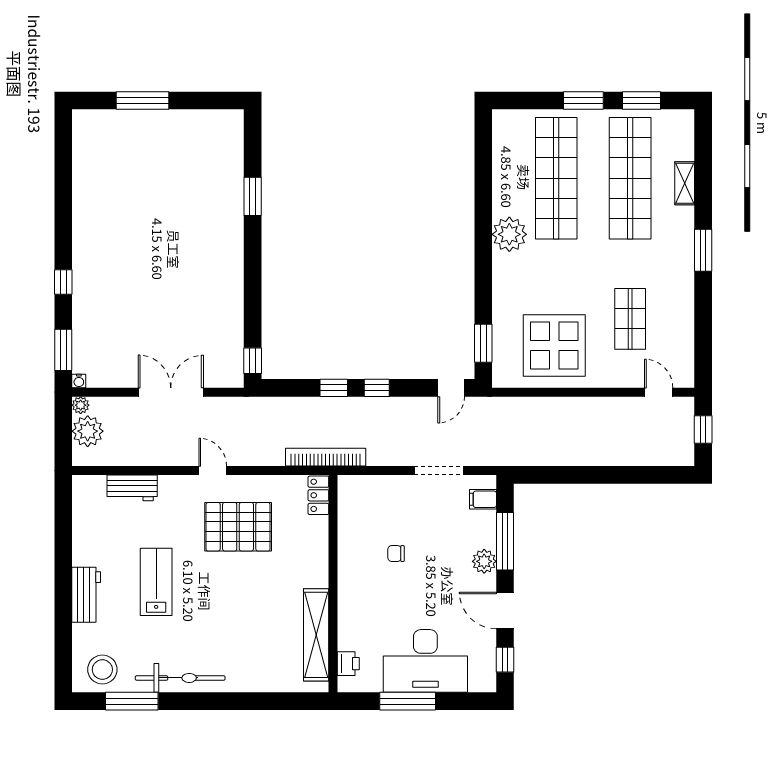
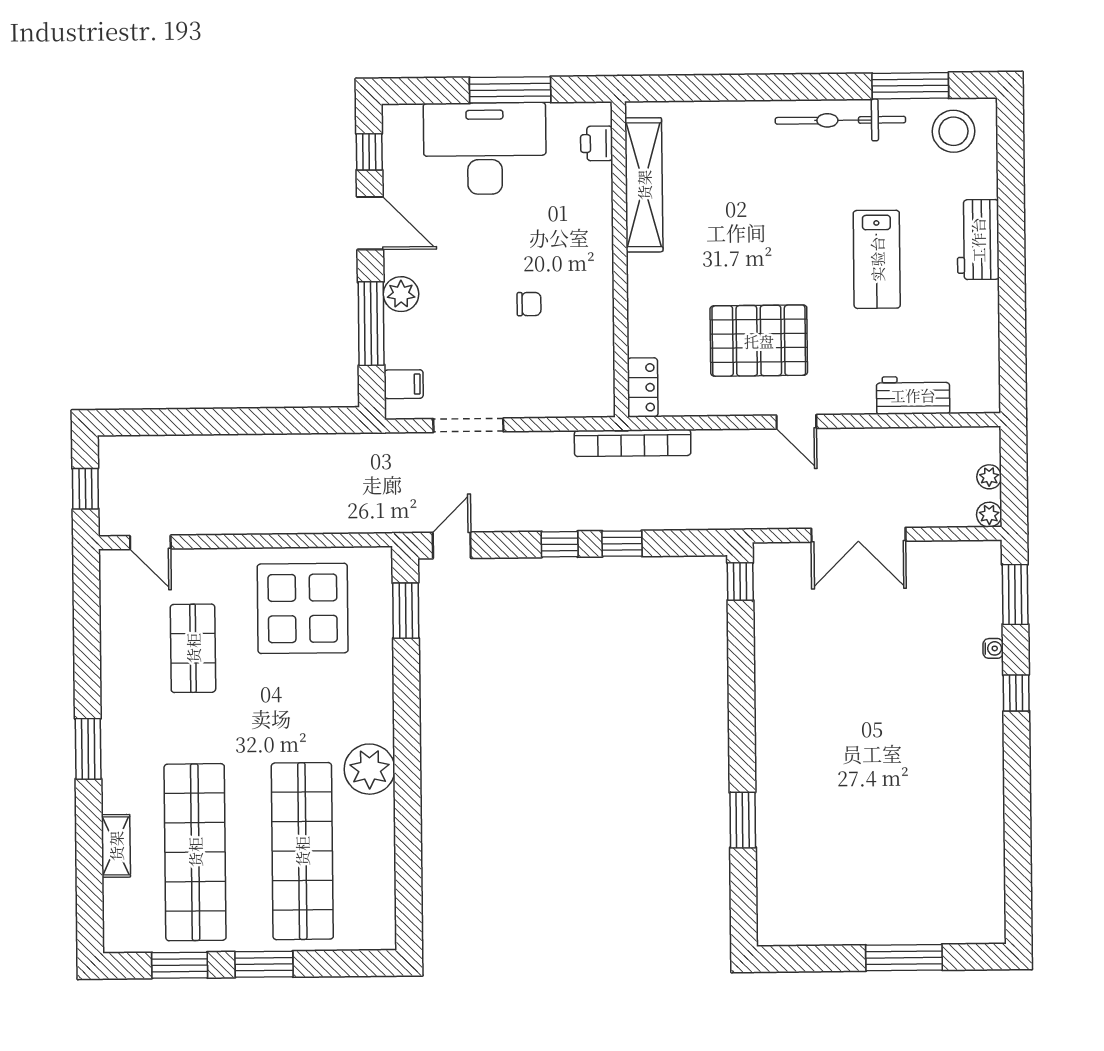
water cooler: (79, 381) -> (993, 648), moved, turned 90
plant: (88, 431) -> (989, 477), width x0.53, depth x0.53

